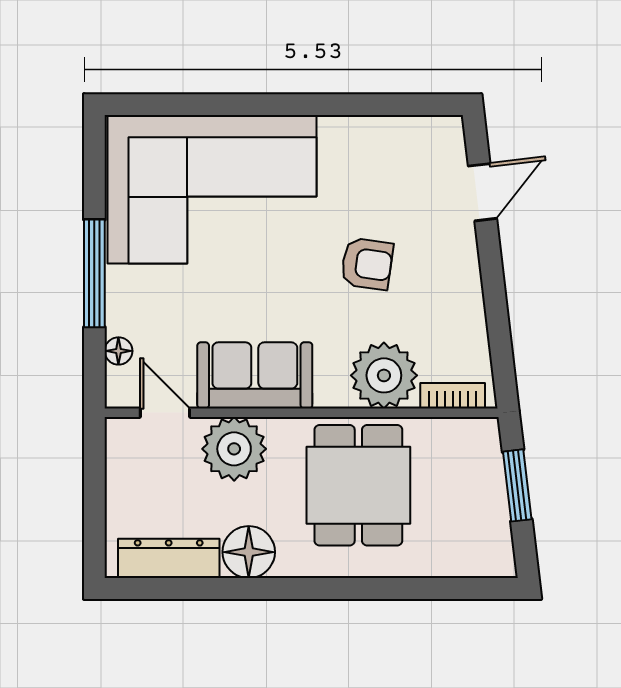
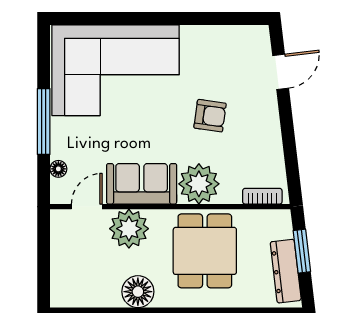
plant: (384, 375) -> (199, 184), moved
door: (165, 413) -> (87, 207), hinge flipped
dresser: (169, 558) -> (286, 271), moved, turned -97

